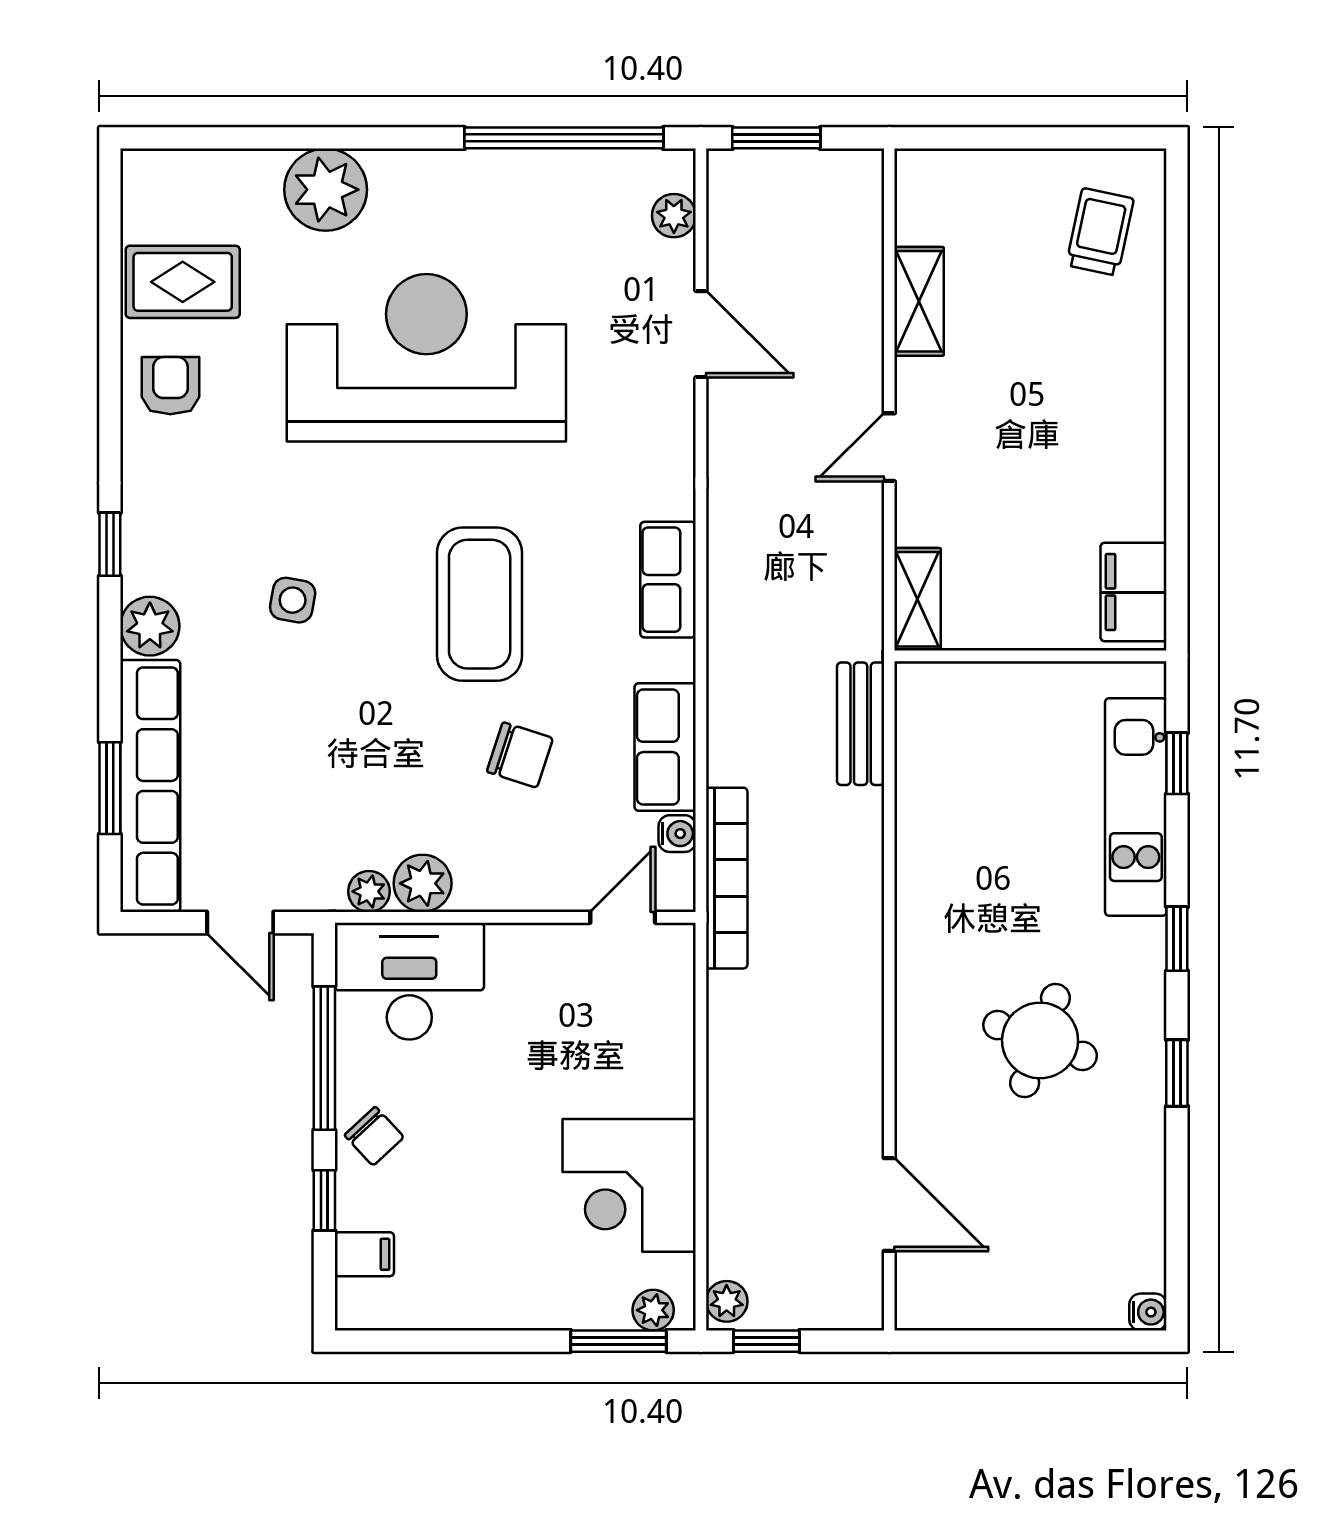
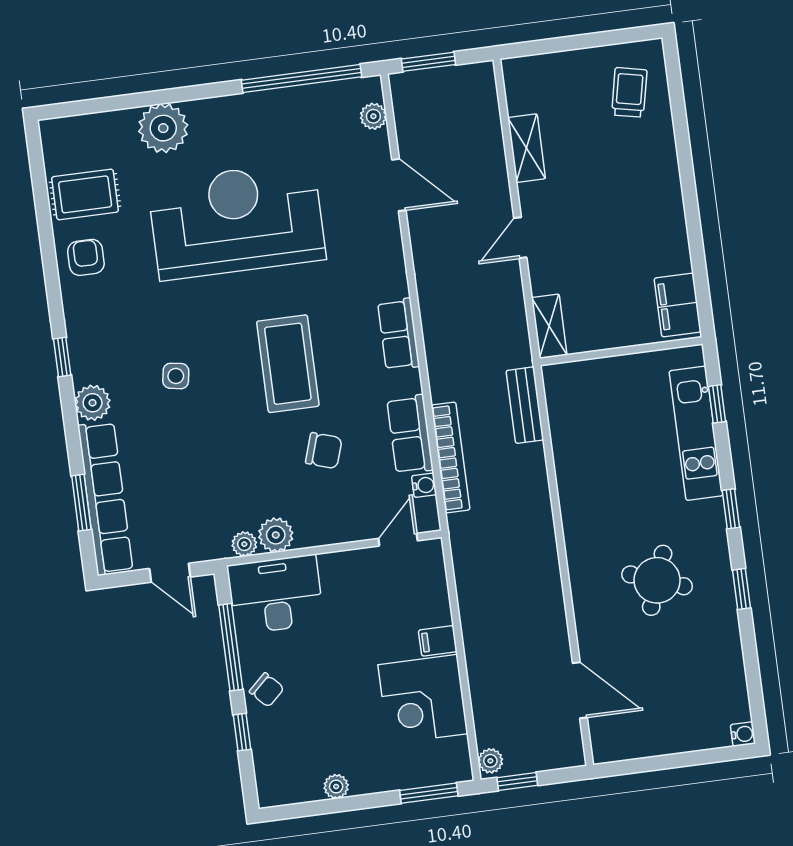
bookcase: (727, 878) -> (450, 457), moved
filing cabinet: (364, 1254) -> (438, 641), moved, turned 180
plant: (653, 1310) -> (336, 787), moved

